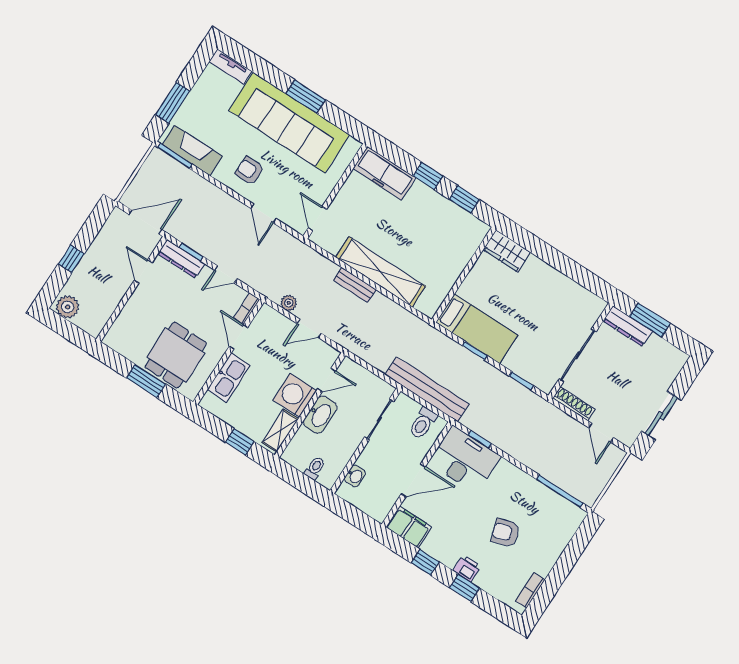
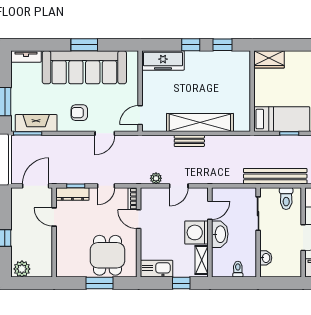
door: (263, 213) -> (105, 133), hinge flipped
door: (317, 219) -> (140, 115), hinge flipped
kitchen sink: (229, 378) -> (156, 269), moved, turned -90

